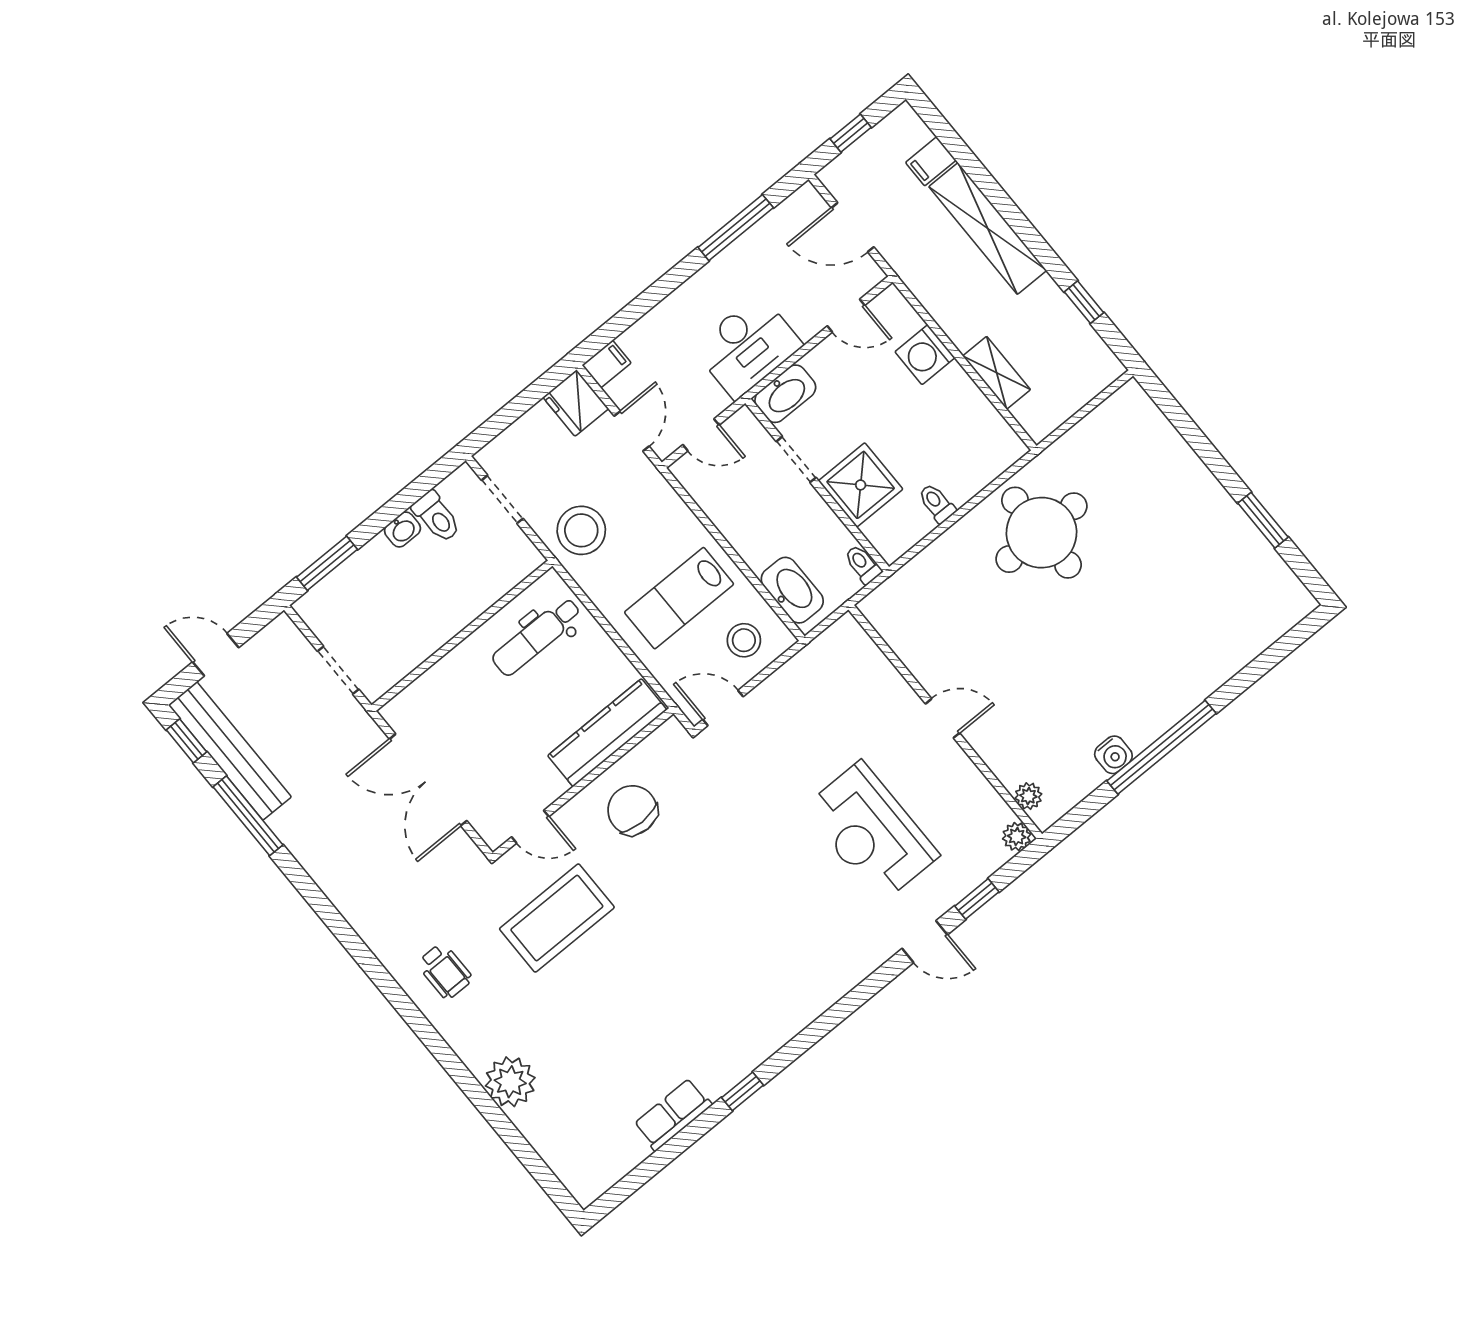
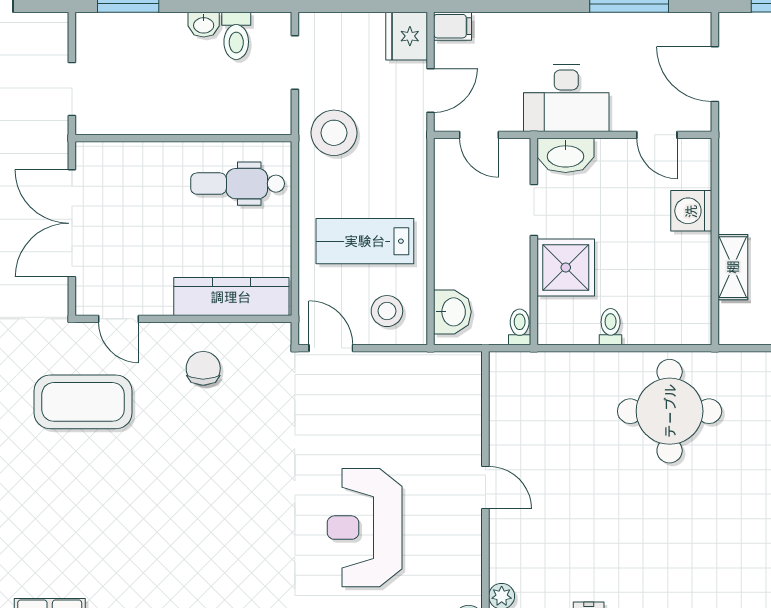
washbasin: (792, 590) -> (452, 312), width x0.72
chair: (632, 810) -> (203, 368), width x0.73, depth x0.73

